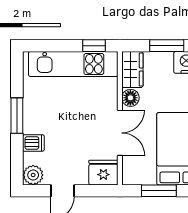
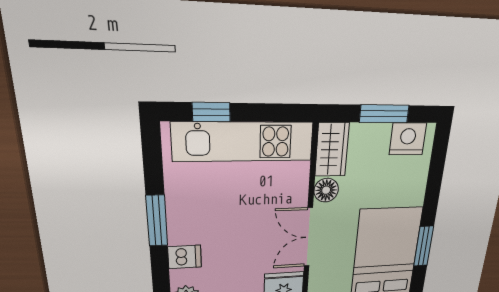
window: (94, 46) -> (211, 112), moved
double door: (120, 133) -> (308, 237), swing flipped

